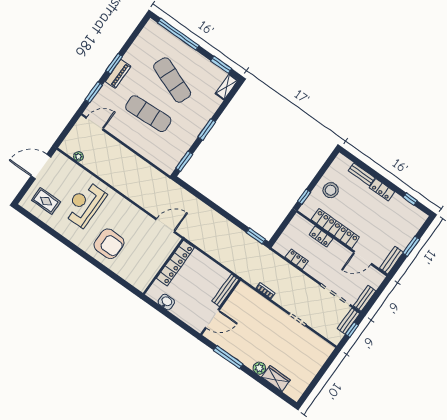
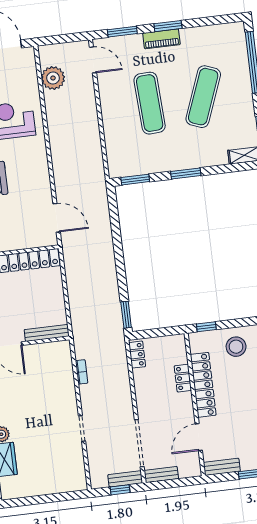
plant: (78, 156) -> (53, 78), width x1.88, depth x1.88
door: (363, 258) -> (199, 437), hinge flipped
locker: (297, 259) -> (137, 355), moved

